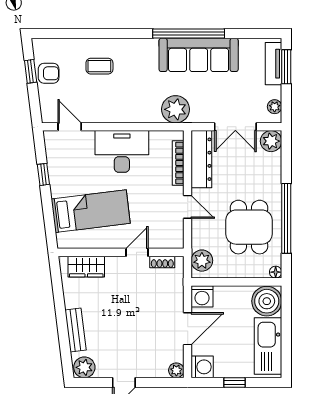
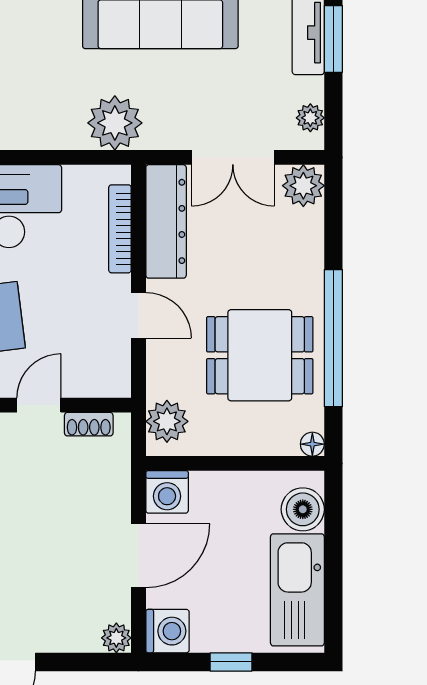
dining table: (249, 227) -> (260, 355), turned 90
boiler: (267, 301) -> (303, 509), width x0.73, depth x0.73

